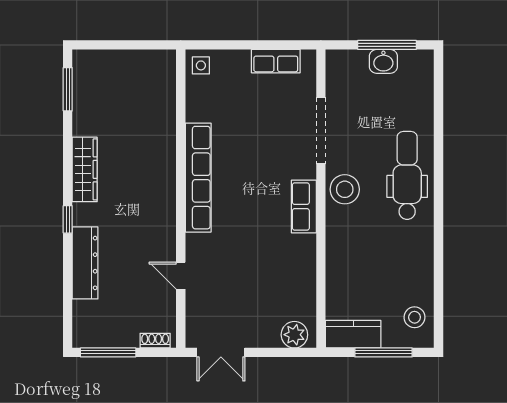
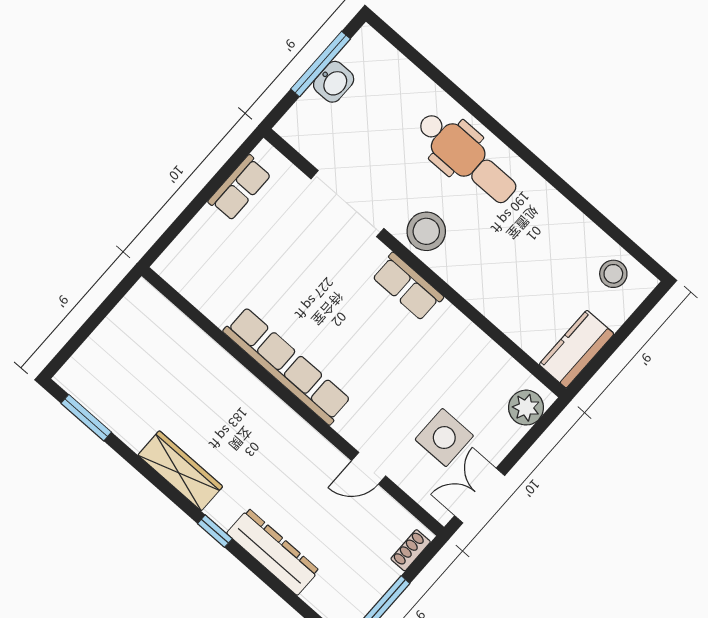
side table: (201, 65) -> (444, 438), moved, width x1.87, depth x1.87
dental chair: (407, 175) -> (467, 158), turned 180
double door: (221, 352) -> (480, 496), swing flipped
window: (383, 352) -> (621, 335), removed

